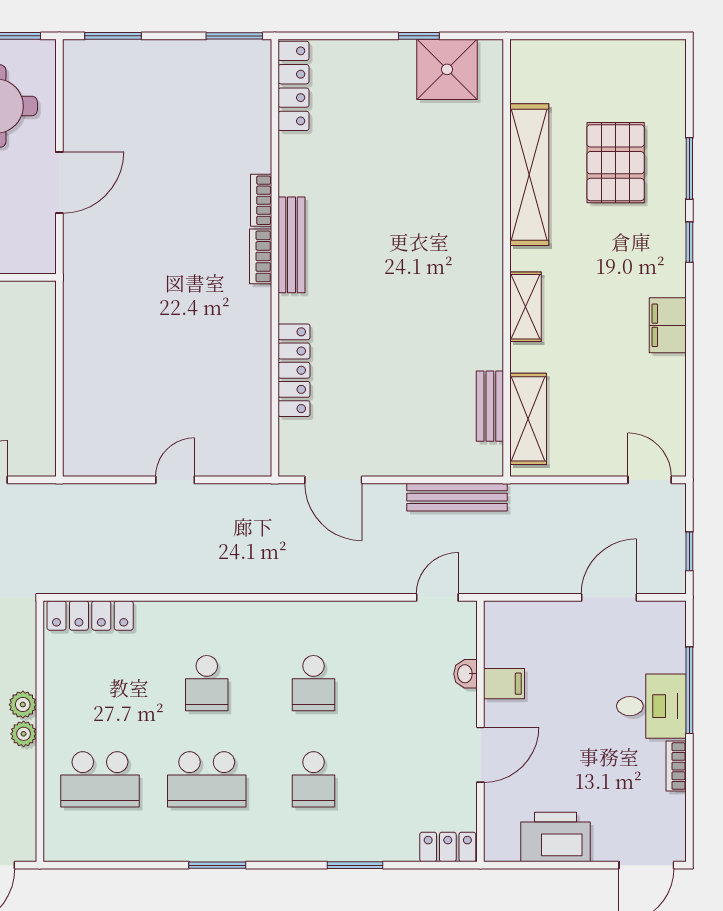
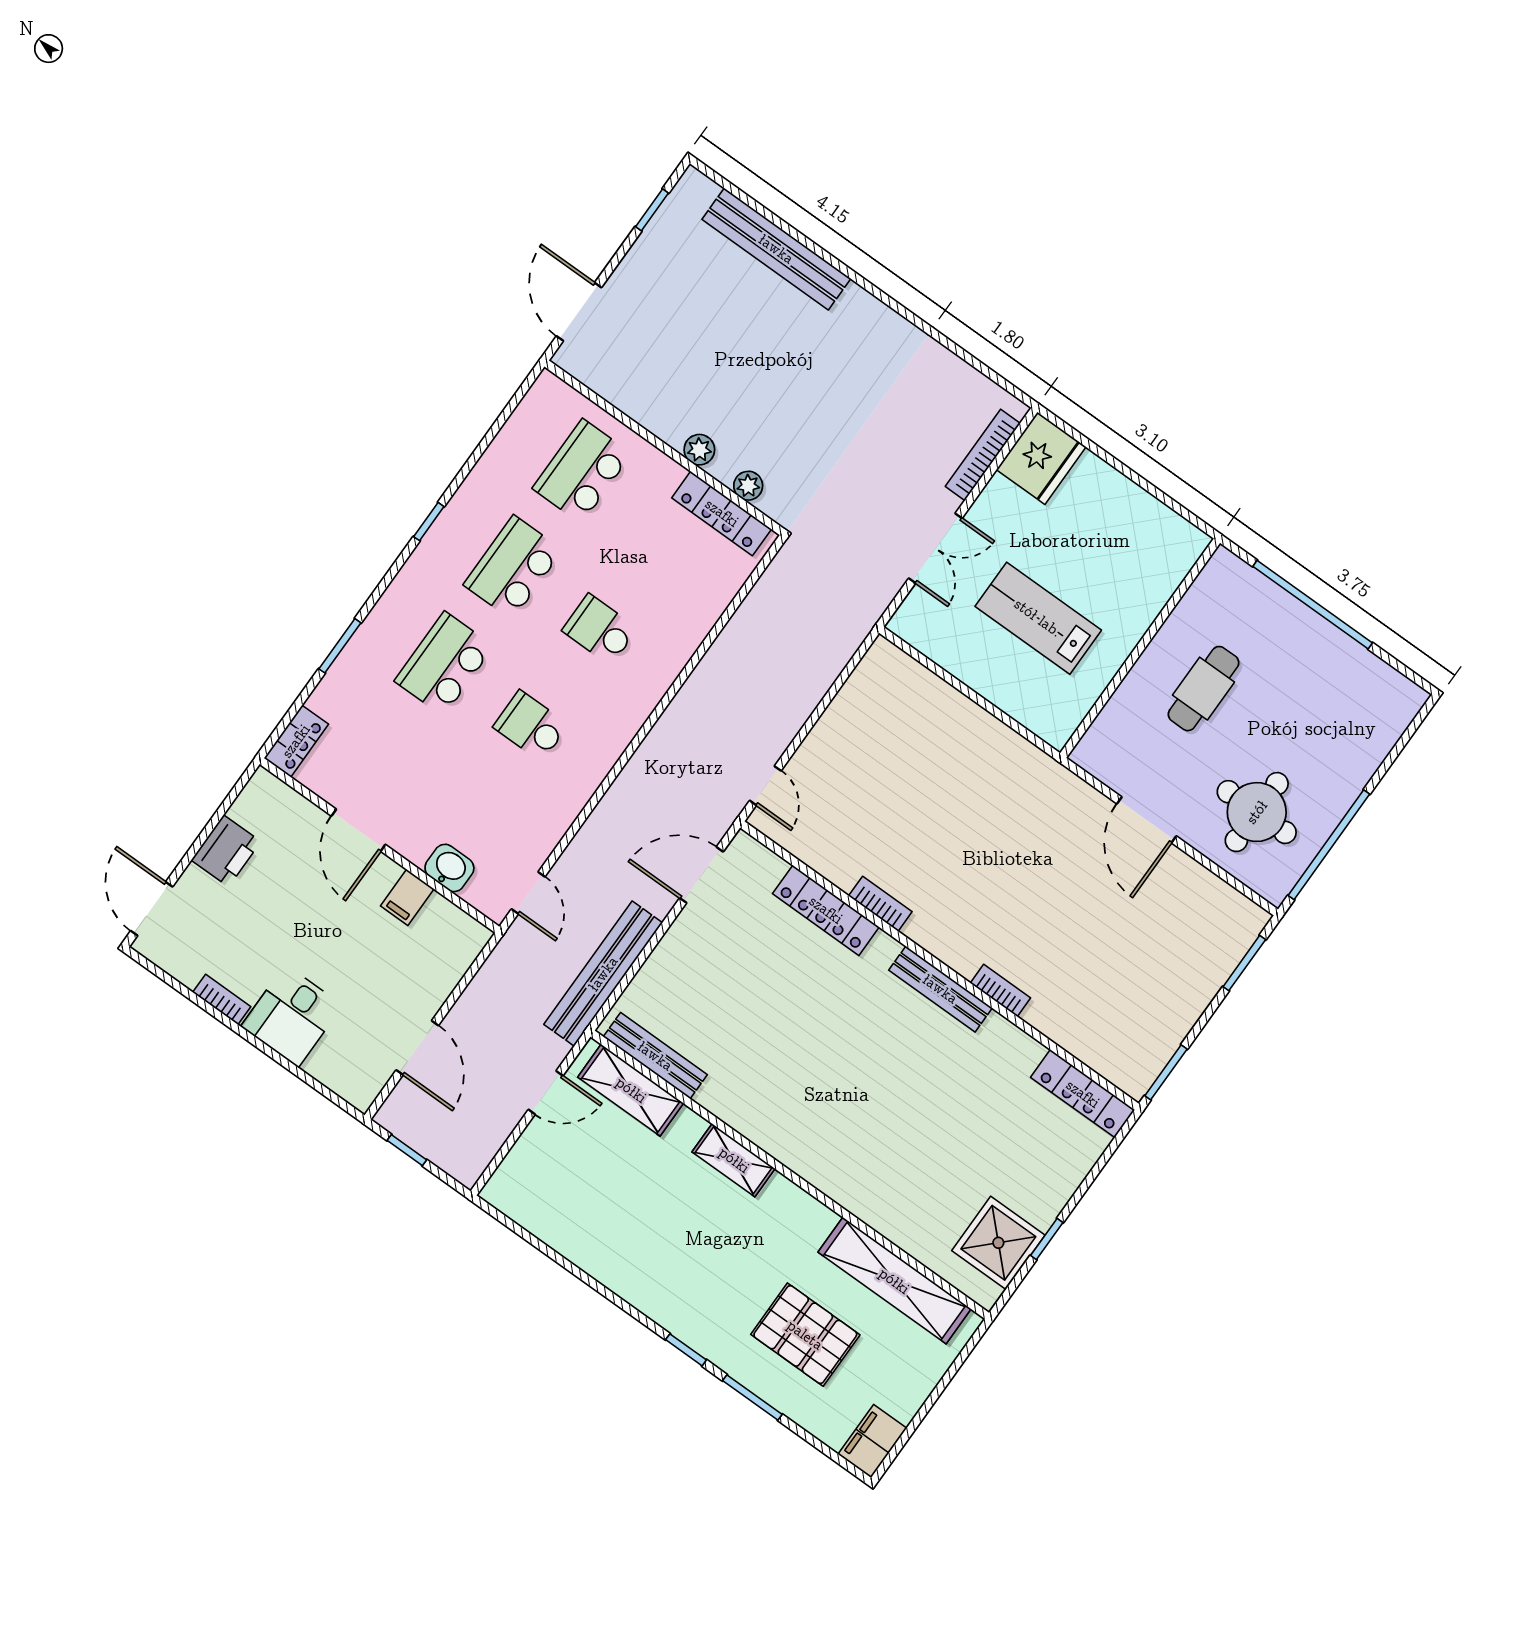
shelving: (529, 175) -> (894, 1281), moved
bookcase: (261, 256) -> (880, 904), moved
filing cabinet: (668, 325) -> (872, 1441), moved, turned -90
bench: (490, 406) -> (655, 1056), width x1.36
door: (175, 480) -> (765, 786), moved
door: (650, 480) -> (546, 1093), moved
bench: (457, 497) -> (603, 974), width x1.37, depth x1.21
locker: (90, 615) -> (722, 513), moved, turned -90
washbasin: (466, 674) -> (449, 868), width x1.38, depth x1.45
window: (689, 690) -> (282, 1060), removed
plant: (24, 734) -> (748, 486), moved
school desk: (313, 779) -> (444, 664), width x1.85
printer: (556, 837) -> (226, 851), width x0.73, depth x0.84
window: (217, 865) -> (429, 522), width x0.67

